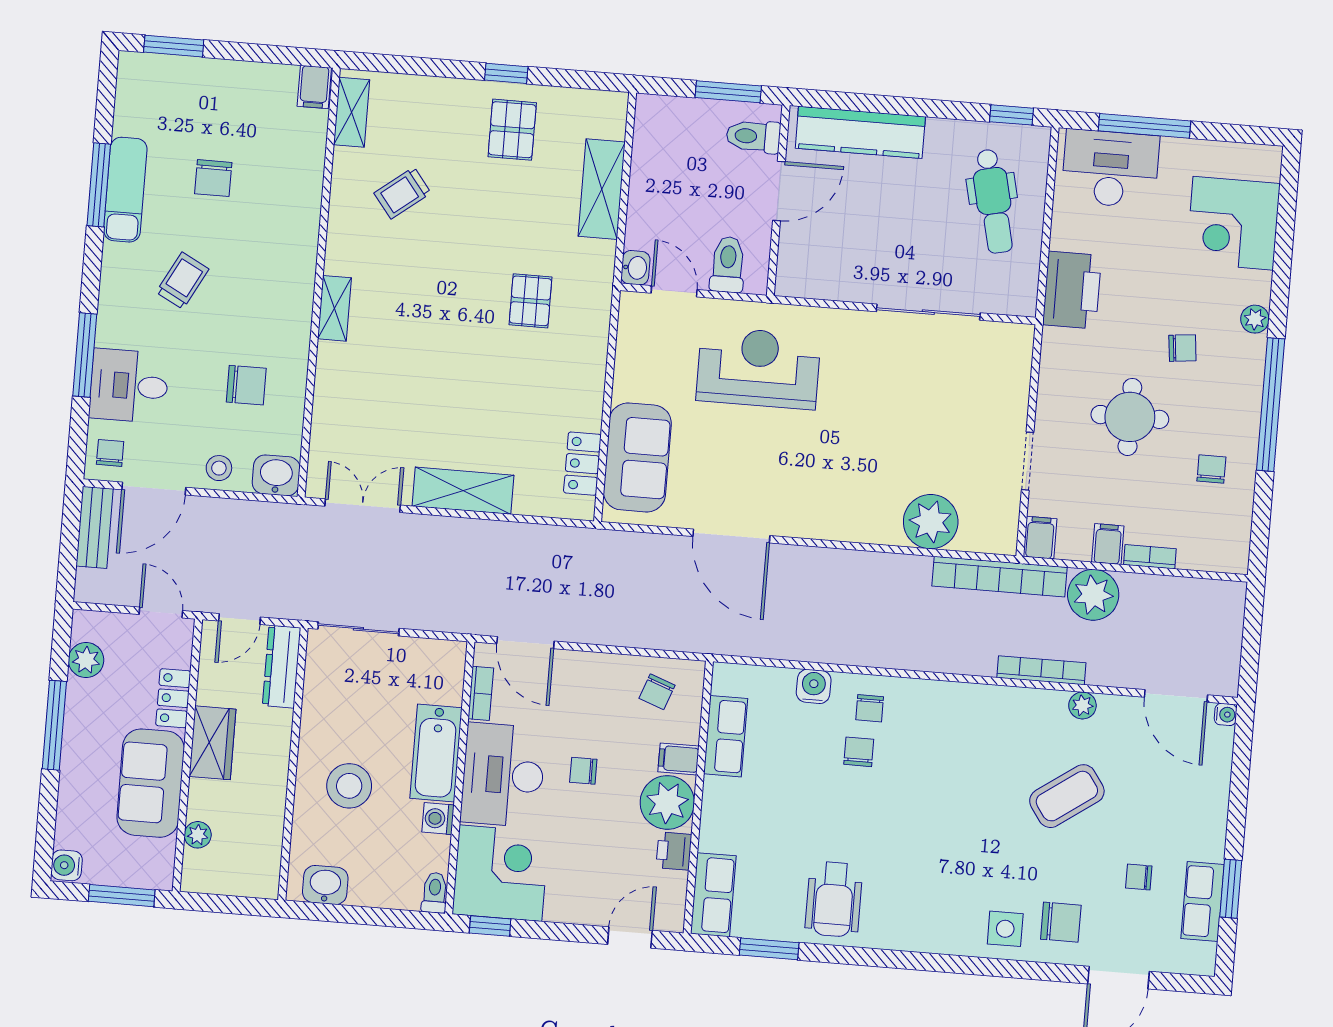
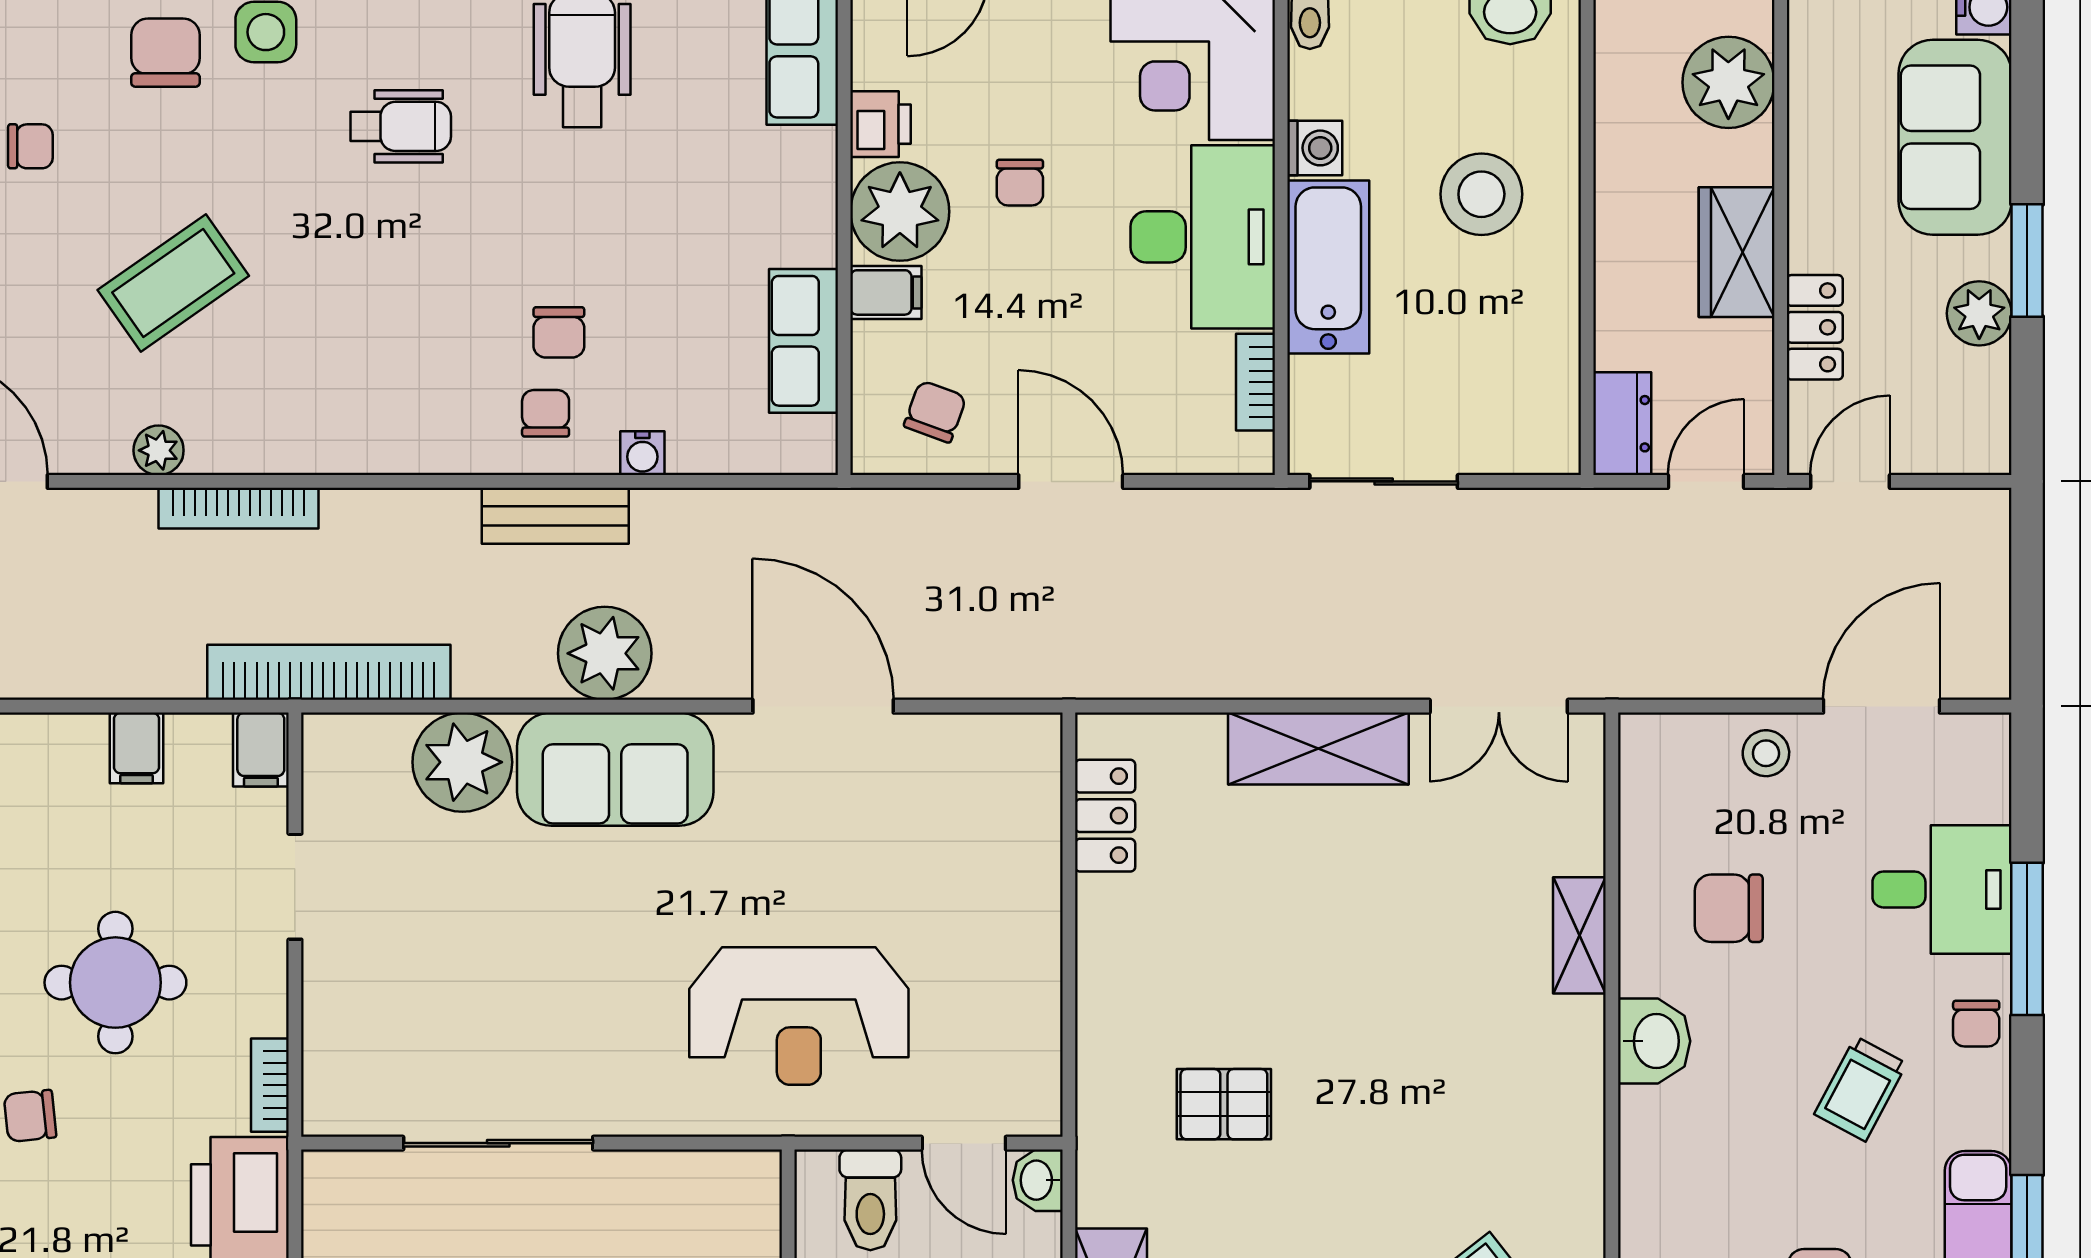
pallet: (530, 301) -> (1224, 1104), turned 90
shelving: (335, 308) -> (1579, 935), moved
chair: (110, 453) -> (1976, 1024), moved
sofa: (637, 457) -> (615, 769), moved, turned -90
washbasin: (276, 475) -> (1654, 1041), moved, turned -90
bench: (95, 527) -> (555, 516), moved, turned 90
bookcase: (1150, 557) -> (270, 1085), moved, turned 90
plant: (1093, 595) -> (605, 653), moved
door: (161, 613) -> (1850, 481), swing flipped
sliding door: (358, 629) -> (1384, 481), moved
door: (525, 643) -> (1071, 481), moved
plant: (86, 660) -> (1979, 313), moved
dresser: (282, 667) -> (1622, 424), width x0.70
water cooler: (814, 686) -> (642, 453), width x0.72, depth x0.72
window: (54, 725) -> (2027, 261), width x0.69
chair: (583, 771) -> (1020, 183), moved, turned 90
sofa: (151, 783) -> (1955, 137), moved, turned 180
plant: (198, 835) -> (1728, 82), width x1.87, depth x1.87
wheelchair: (936, 871) -> (401, 126), added
chair: (1061, 922) -> (165, 53), turned 90

